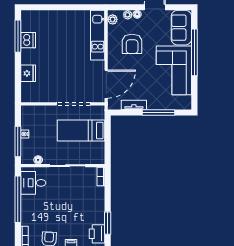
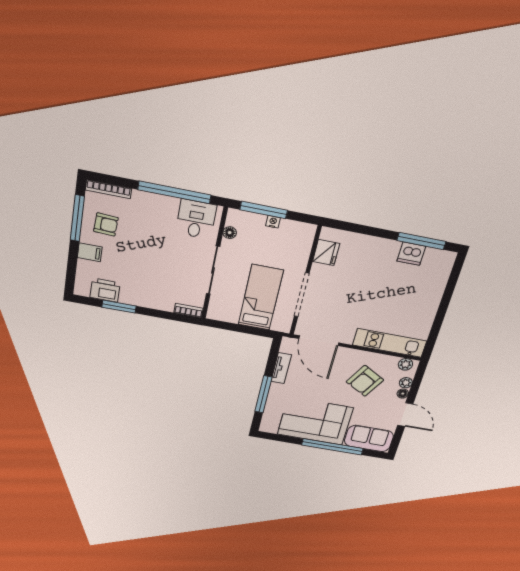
armchair: (132, 44) -> (365, 381), turned -60
fridge: (28, 73) -> (326, 253), moved, turned -90

